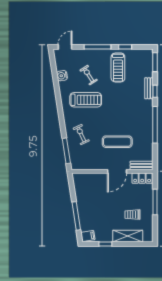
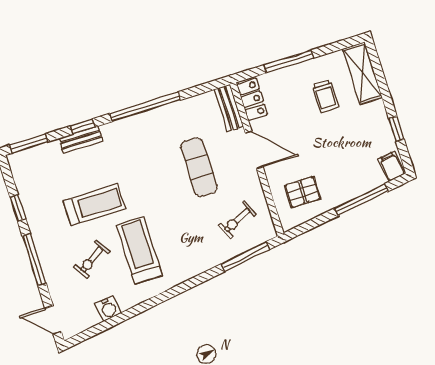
treadmill: (118, 67) -> (94, 205), moved
exercise bike: (81, 134) -> (237, 220), moved
pallet: (89, 189) -> (303, 192), added
shelving: (128, 236) -> (362, 73), moved

